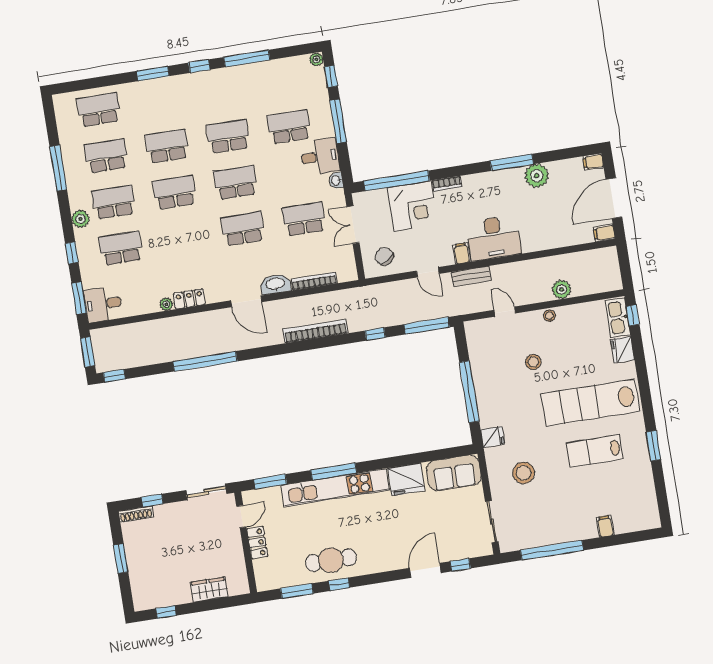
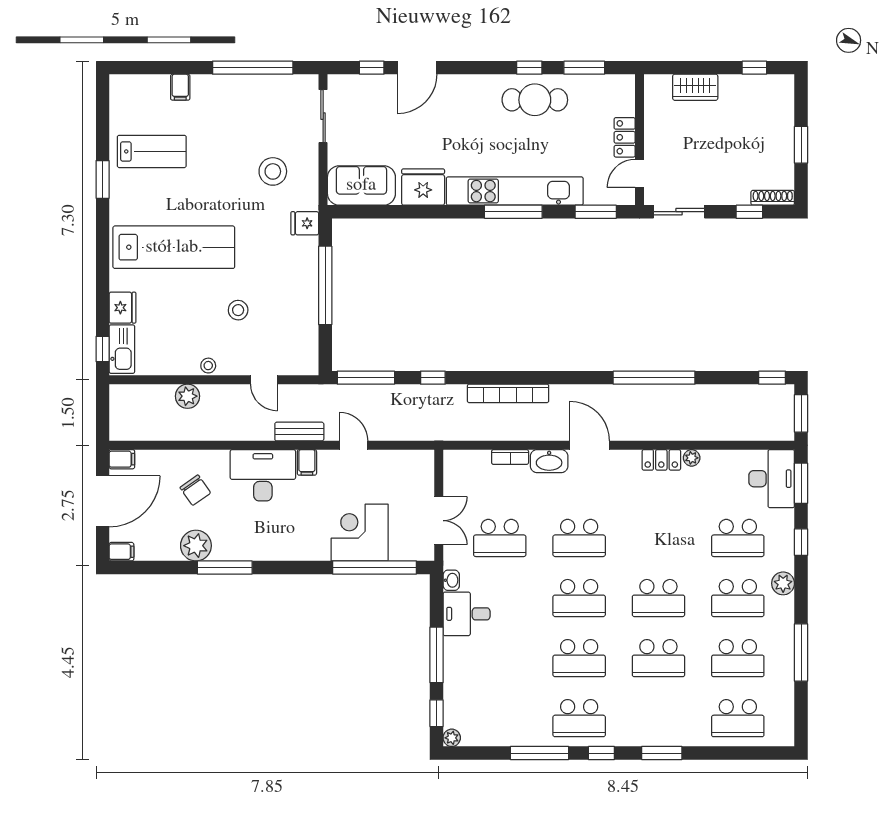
school desk: (289, 127) -> (579, 718), moved
bookcase: (447, 184) -> (311, 554), removed
chair: (384, 256) -> (195, 490), moved
bookcase: (314, 281) -> (510, 457), width x0.64
desk: (103, 304) -> (772, 479), width x1.37
lab bench: (595, 451) -> (152, 151), moved

